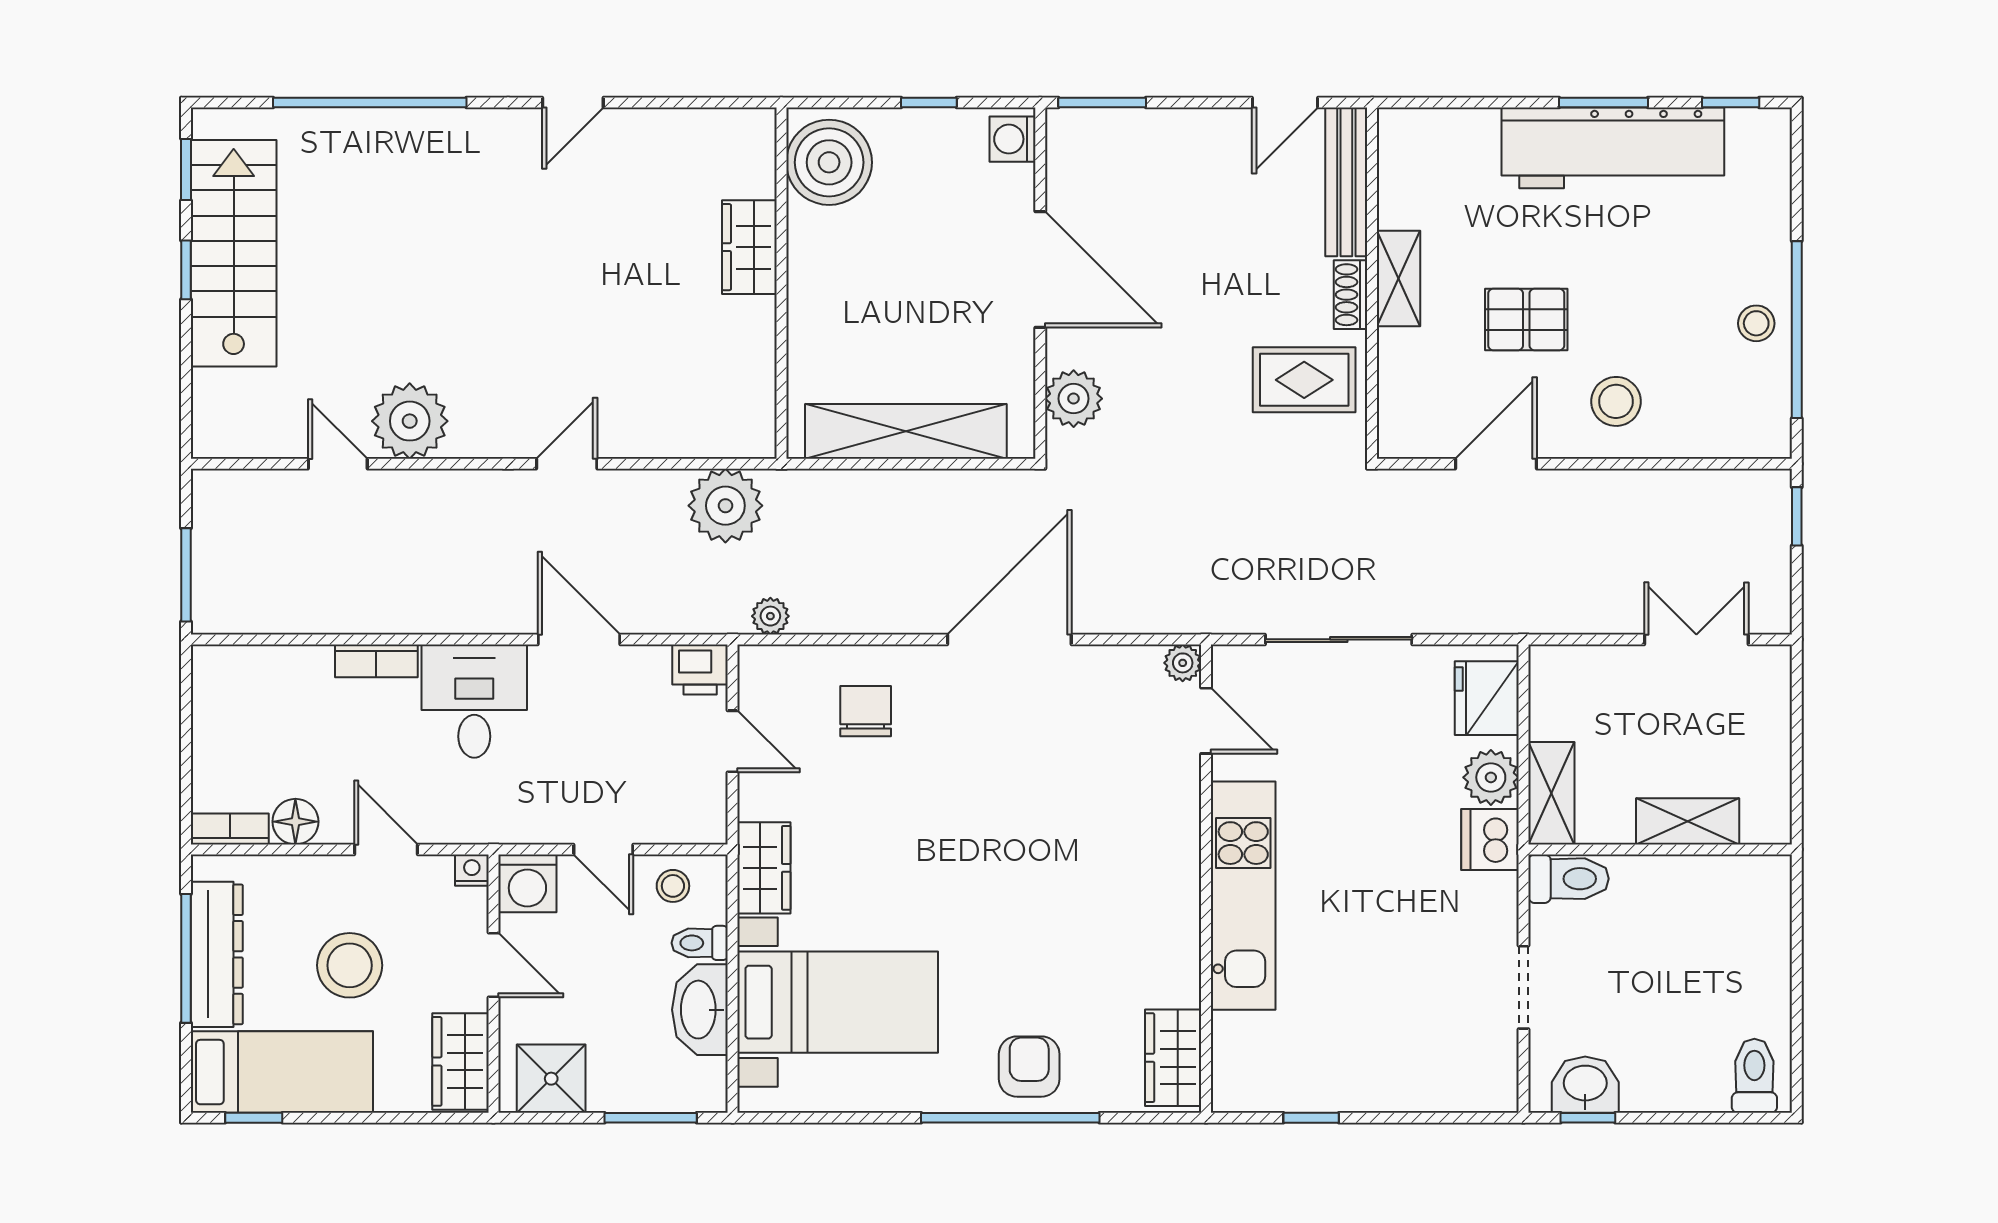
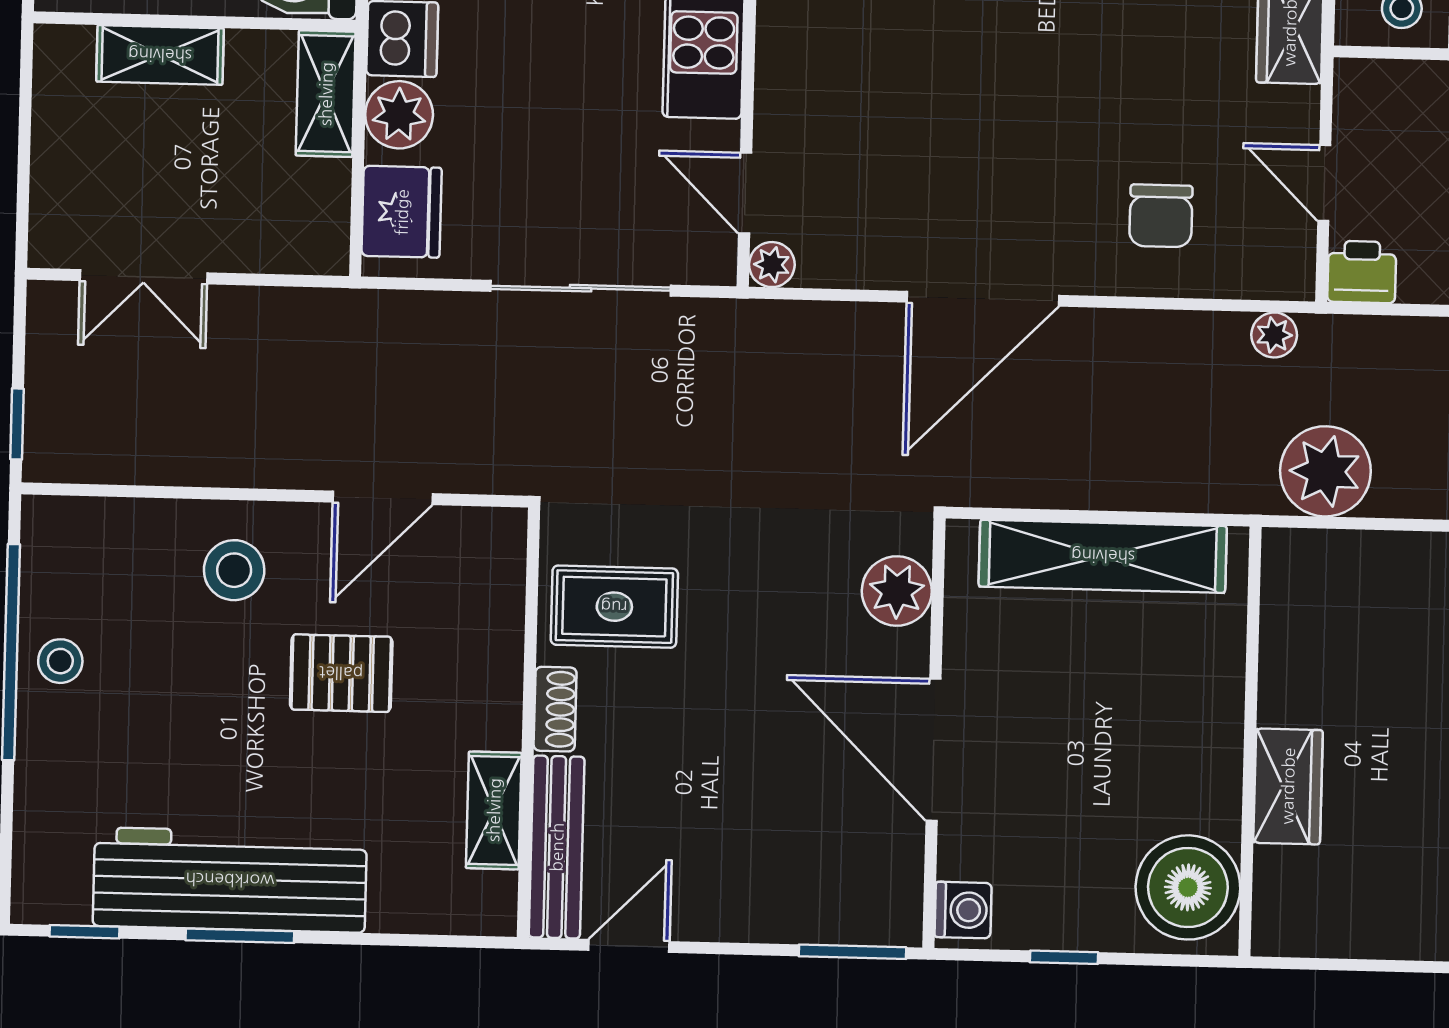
shelving: (1398, 279) -> (494, 810), moved

